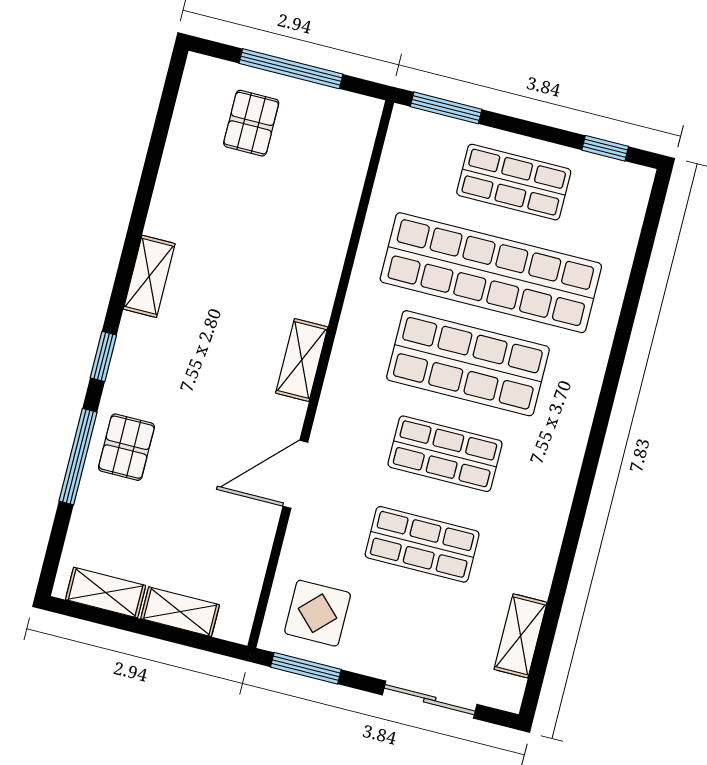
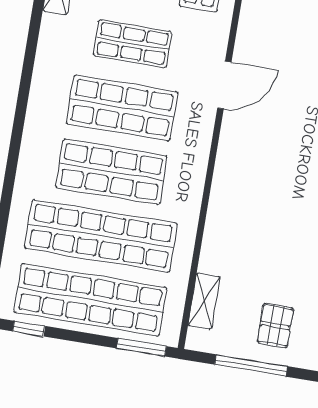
shop shelf: (514, 182) -> (90, 300), width x2.00, depth x1.36
shelving: (302, 360) -> (204, 301), moved
shop shelf: (445, 454) -> (122, 108), width x1.43, depth x1.36

